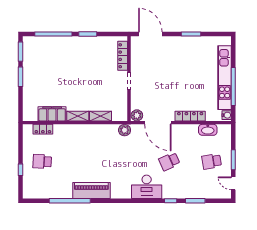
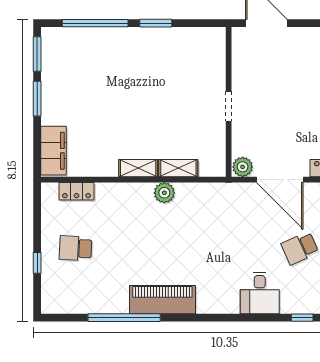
locker: (123, 56) -> (217, 61), removed
filing cabinet: (52, 114) -> (54, 151), moved, turned 90
plant: (125, 130) -> (164, 193), moved
desk: (147, 187) -> (260, 293), width x0.73

